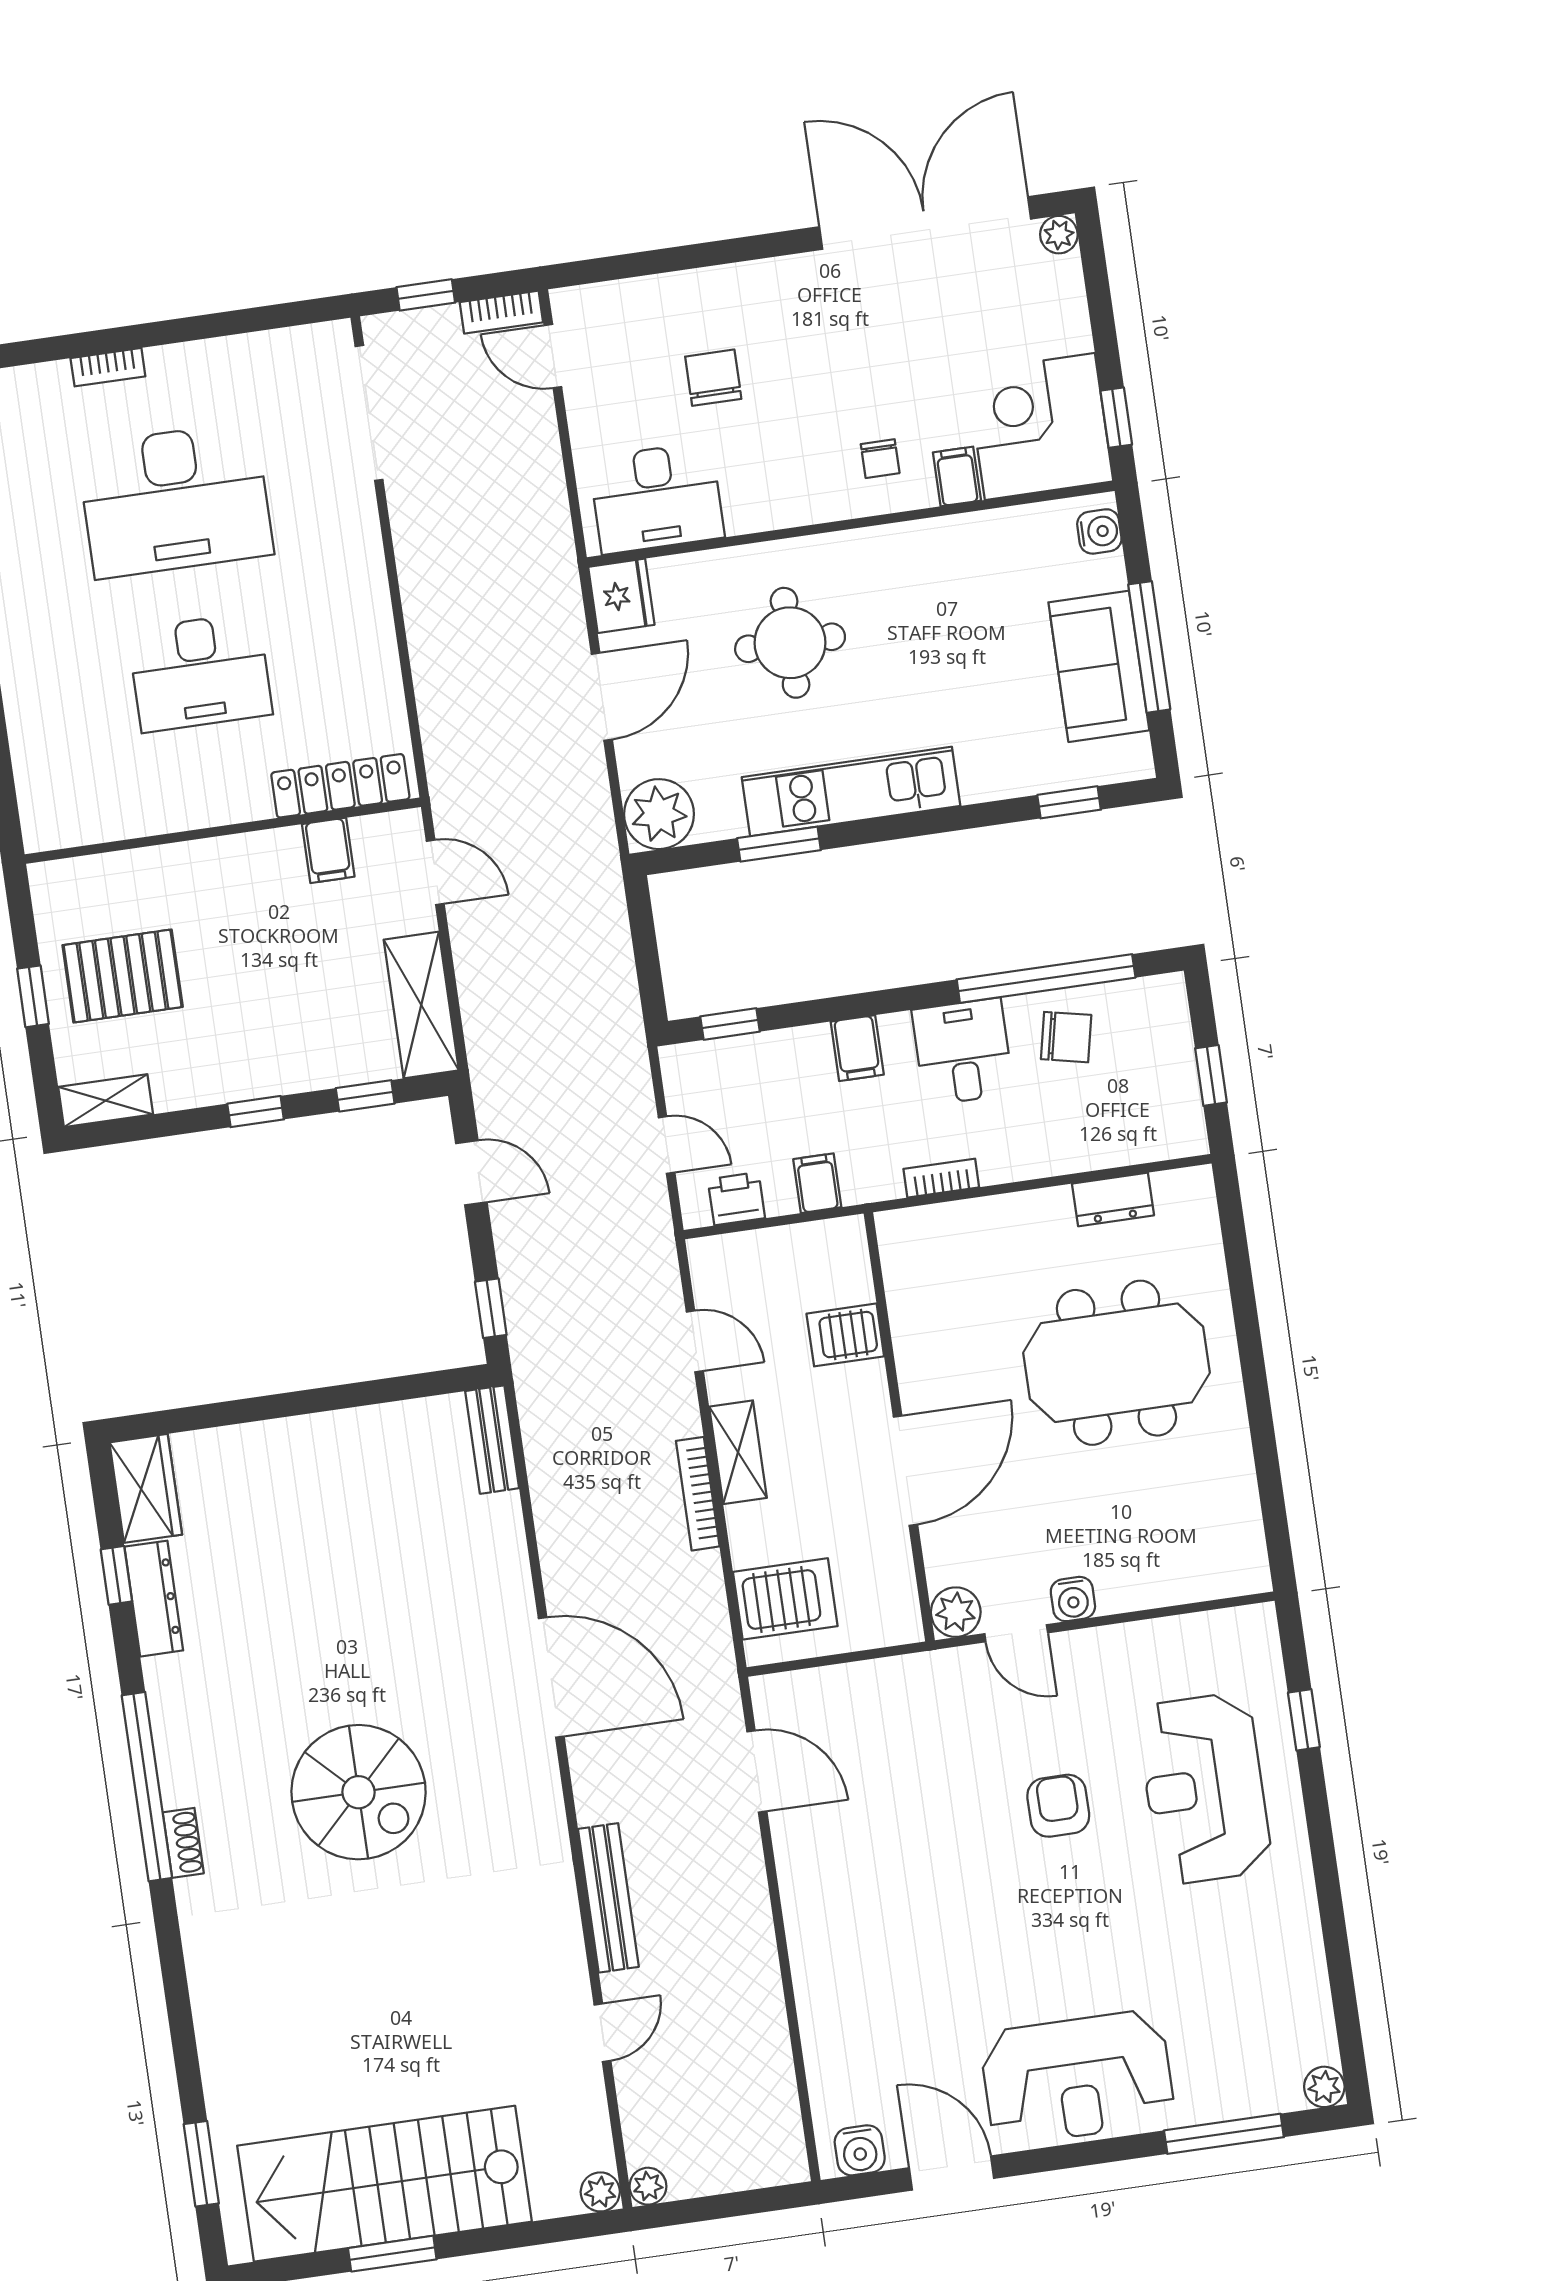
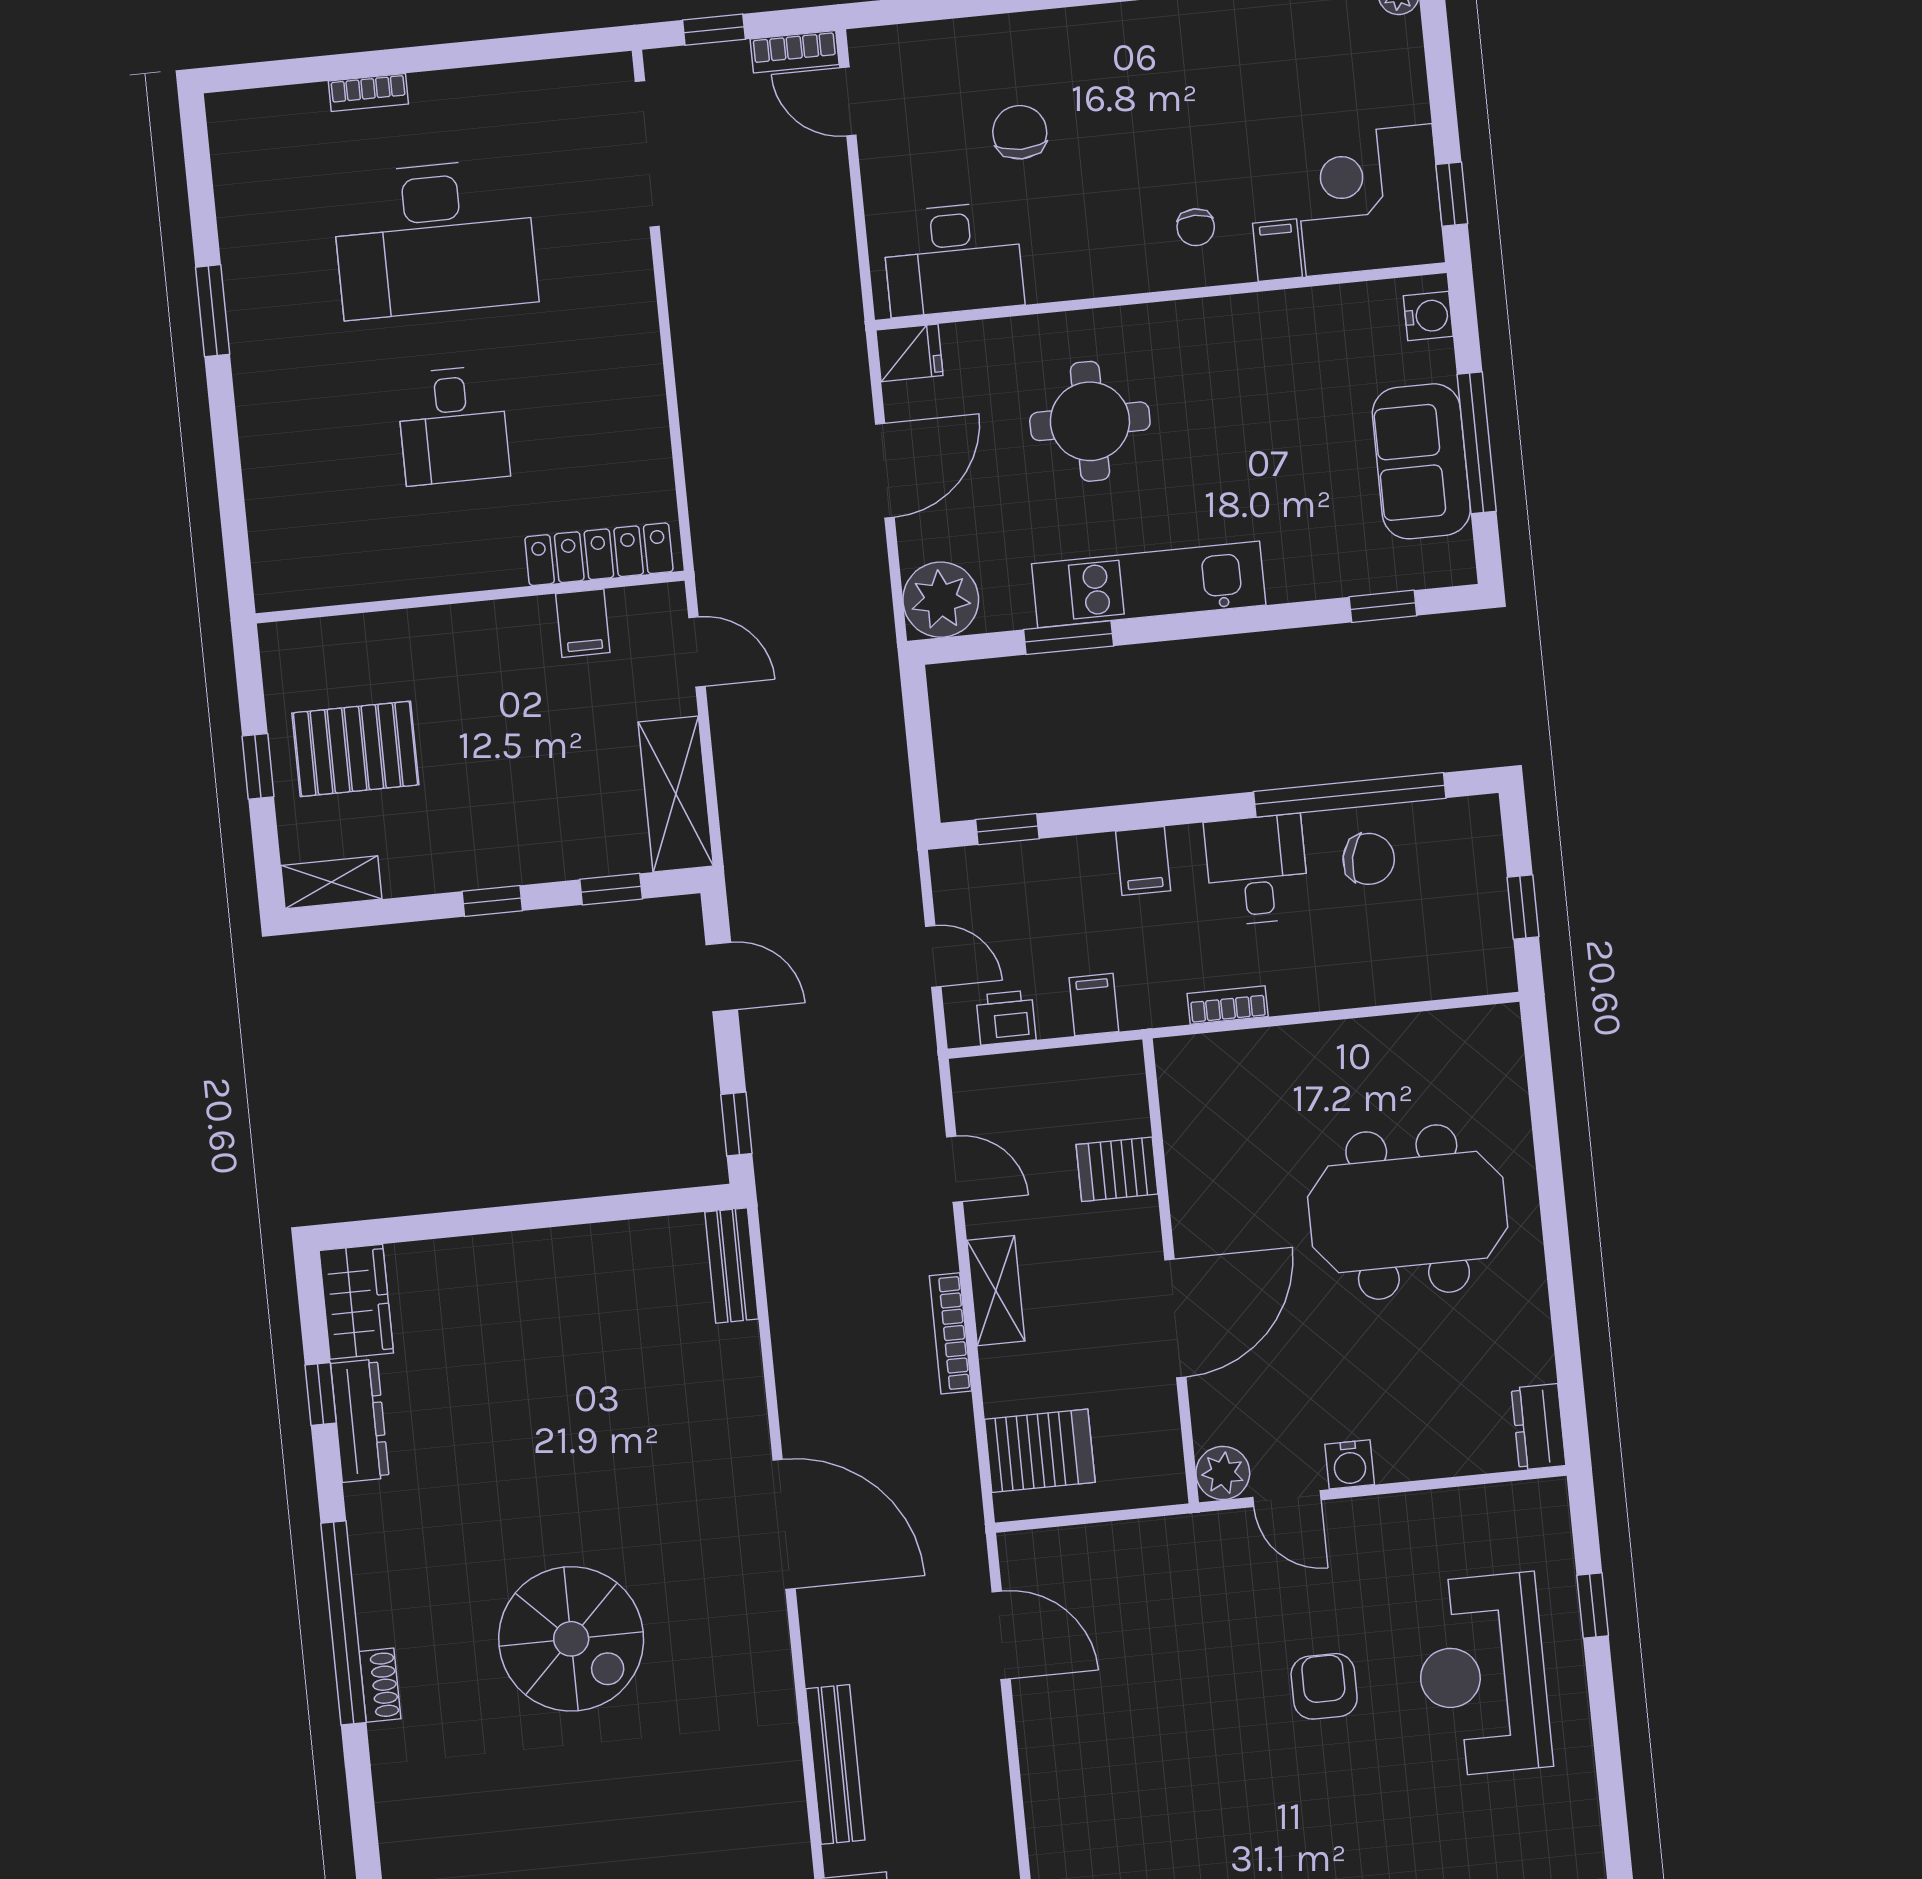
fridge: (621, 596) -> (909, 353), width x0.72
desk: (200, 672) -> (453, 425), width x0.73
dresser: (1113, 1199) -> (1539, 1427), moved, turned 90

